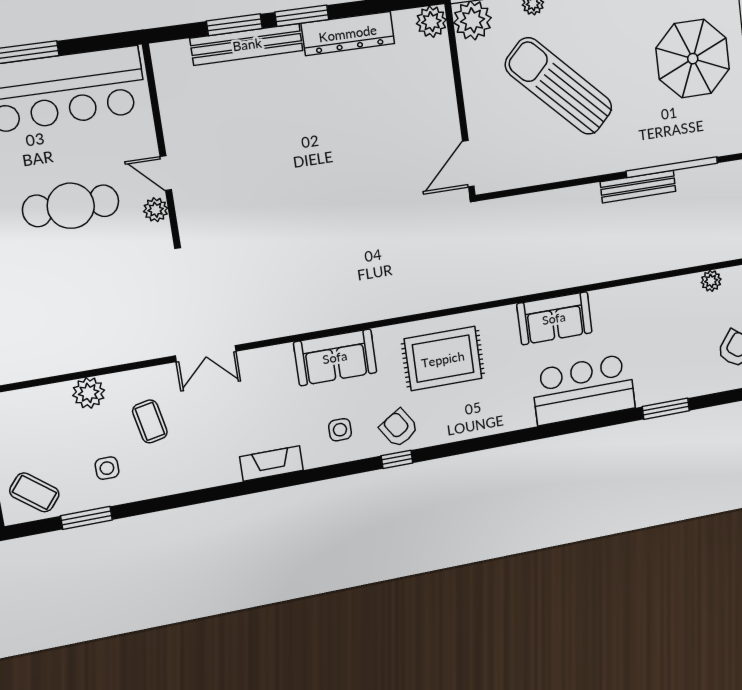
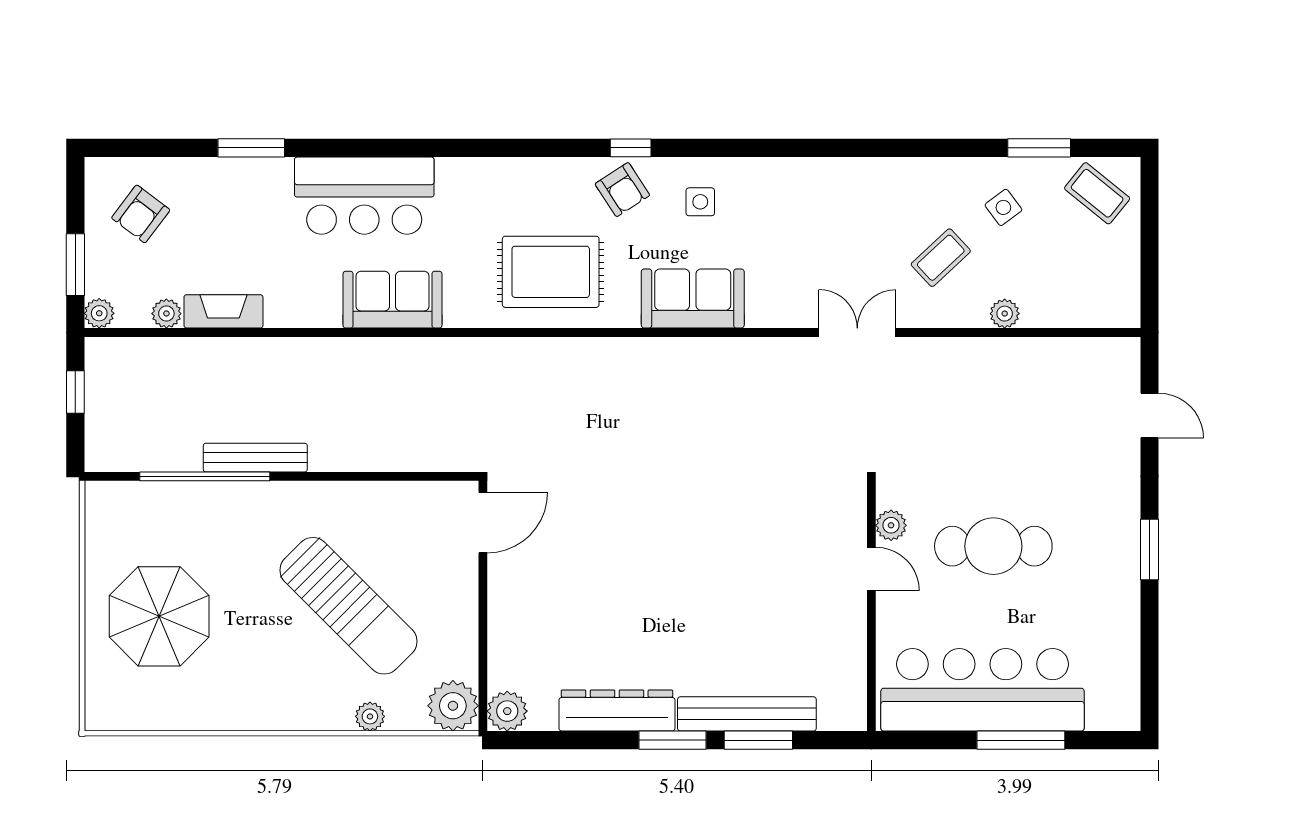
plant: (89, 393) -> (1005, 314), width x0.73, depth x0.73
coffee table: (150, 421) -> (941, 258), turned 58
fireplace: (271, 463) -> (223, 311), moved, turned 180
side table: (107, 468) -> (1003, 207), turned -37

